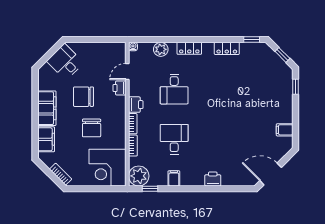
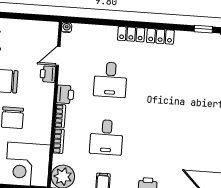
locker: (227, 48) -> (160, 36), moved
plant: (161, 49) -> (98, 33), removed
desk: (174, 139) -> (106, 137), turned 180

